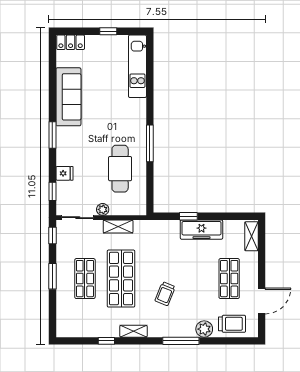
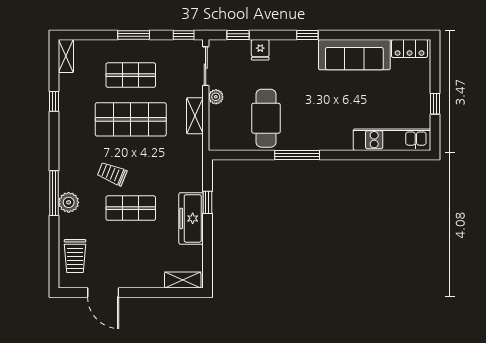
locker: (71, 42) -> (410, 48), moved, turned -90
window: (52, 135) -> (307, 35), width x0.67
cafe table: (120, 169) -> (266, 118), turned 90
shop shelf: (229, 279) -> (131, 208), moved
plant: (204, 329) -> (69, 202), moved
shelving: (133, 331) -> (66, 56), moved

